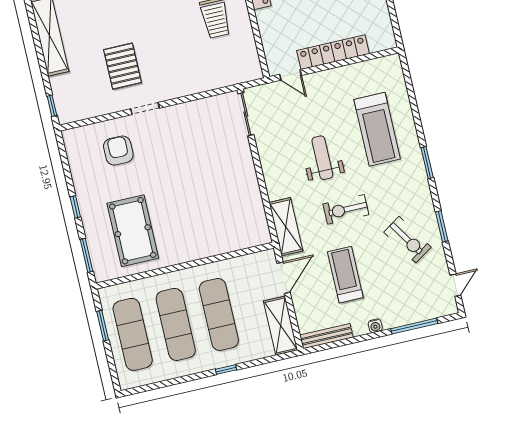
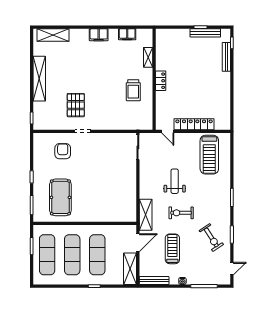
treadmill: (377, 129) -> (209, 155), moved

